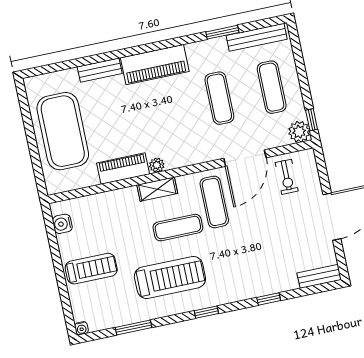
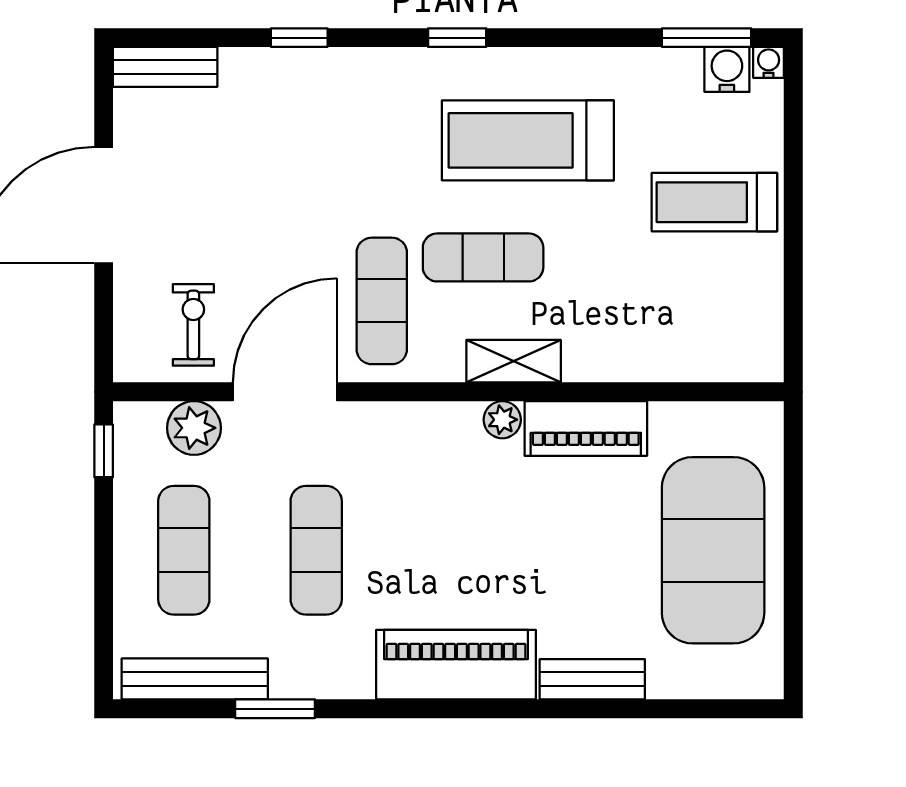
plant: (299, 132) -> (194, 428), moved
water cooler: (62, 224) -> (727, 69), moved, turned -90
window: (134, 327) -> (707, 38), moved

